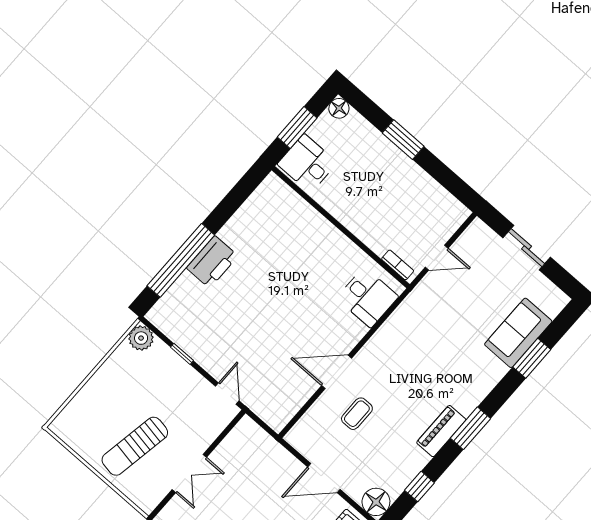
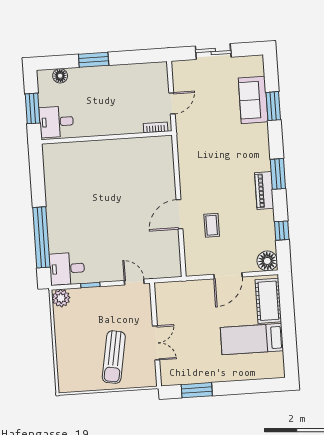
floor lamp: (339, 108) -> (60, 76), moved
printer: (212, 262) -> (58, 222), removed
desk: (367, 297) -> (67, 269), moved, turned 180

